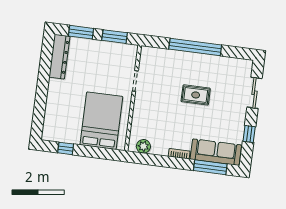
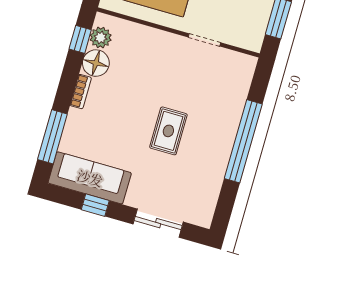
floor lamp: (160, 147) -> (96, 63), added
sofa: (216, 152) -> (90, 178), moved, turned -90
window: (146, 159) -> (80, 39), added

